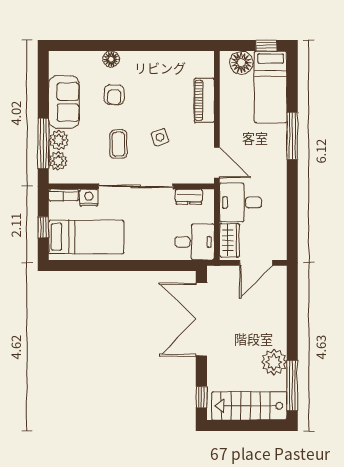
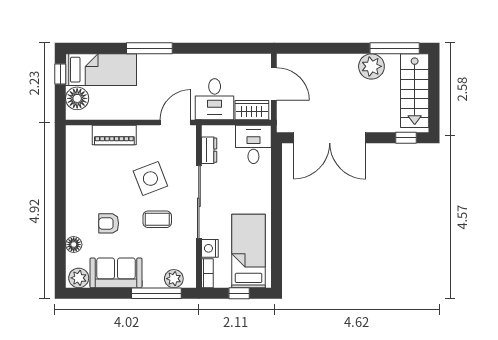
floor lamp: (111, 59) -> (74, 245), moved
armchair: (114, 95) -> (109, 223), turned 180
side table: (160, 137) -> (150, 179), width x1.87, depth x1.87
plant: (59, 140) -> (79, 278), moved

